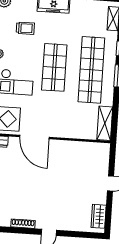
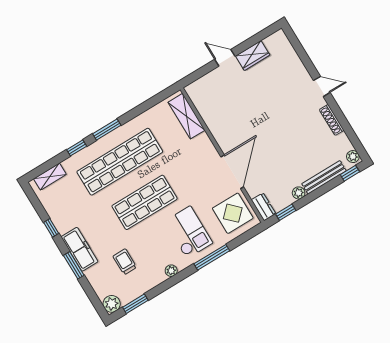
shelving: (105, 123) -> (186, 116), moved, turned 90
wardrobe: (99, 216) -> (253, 55), moved

